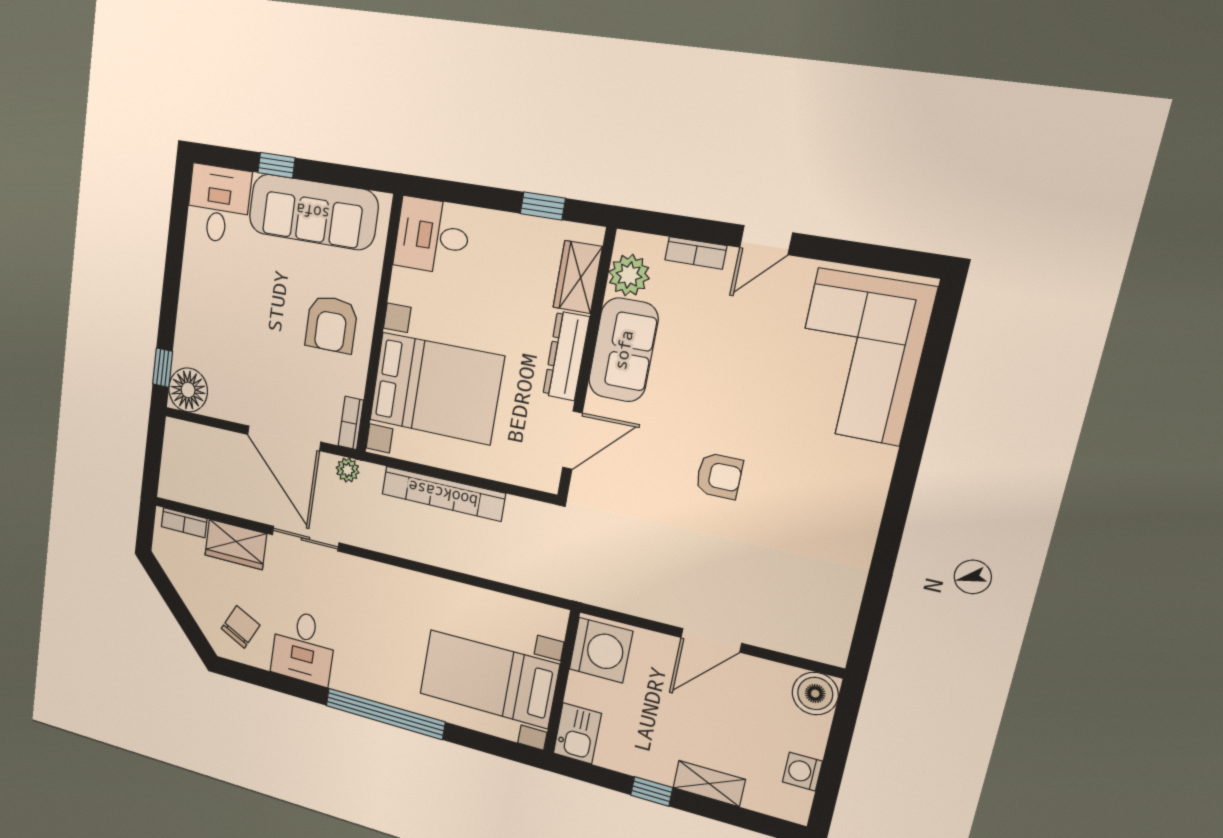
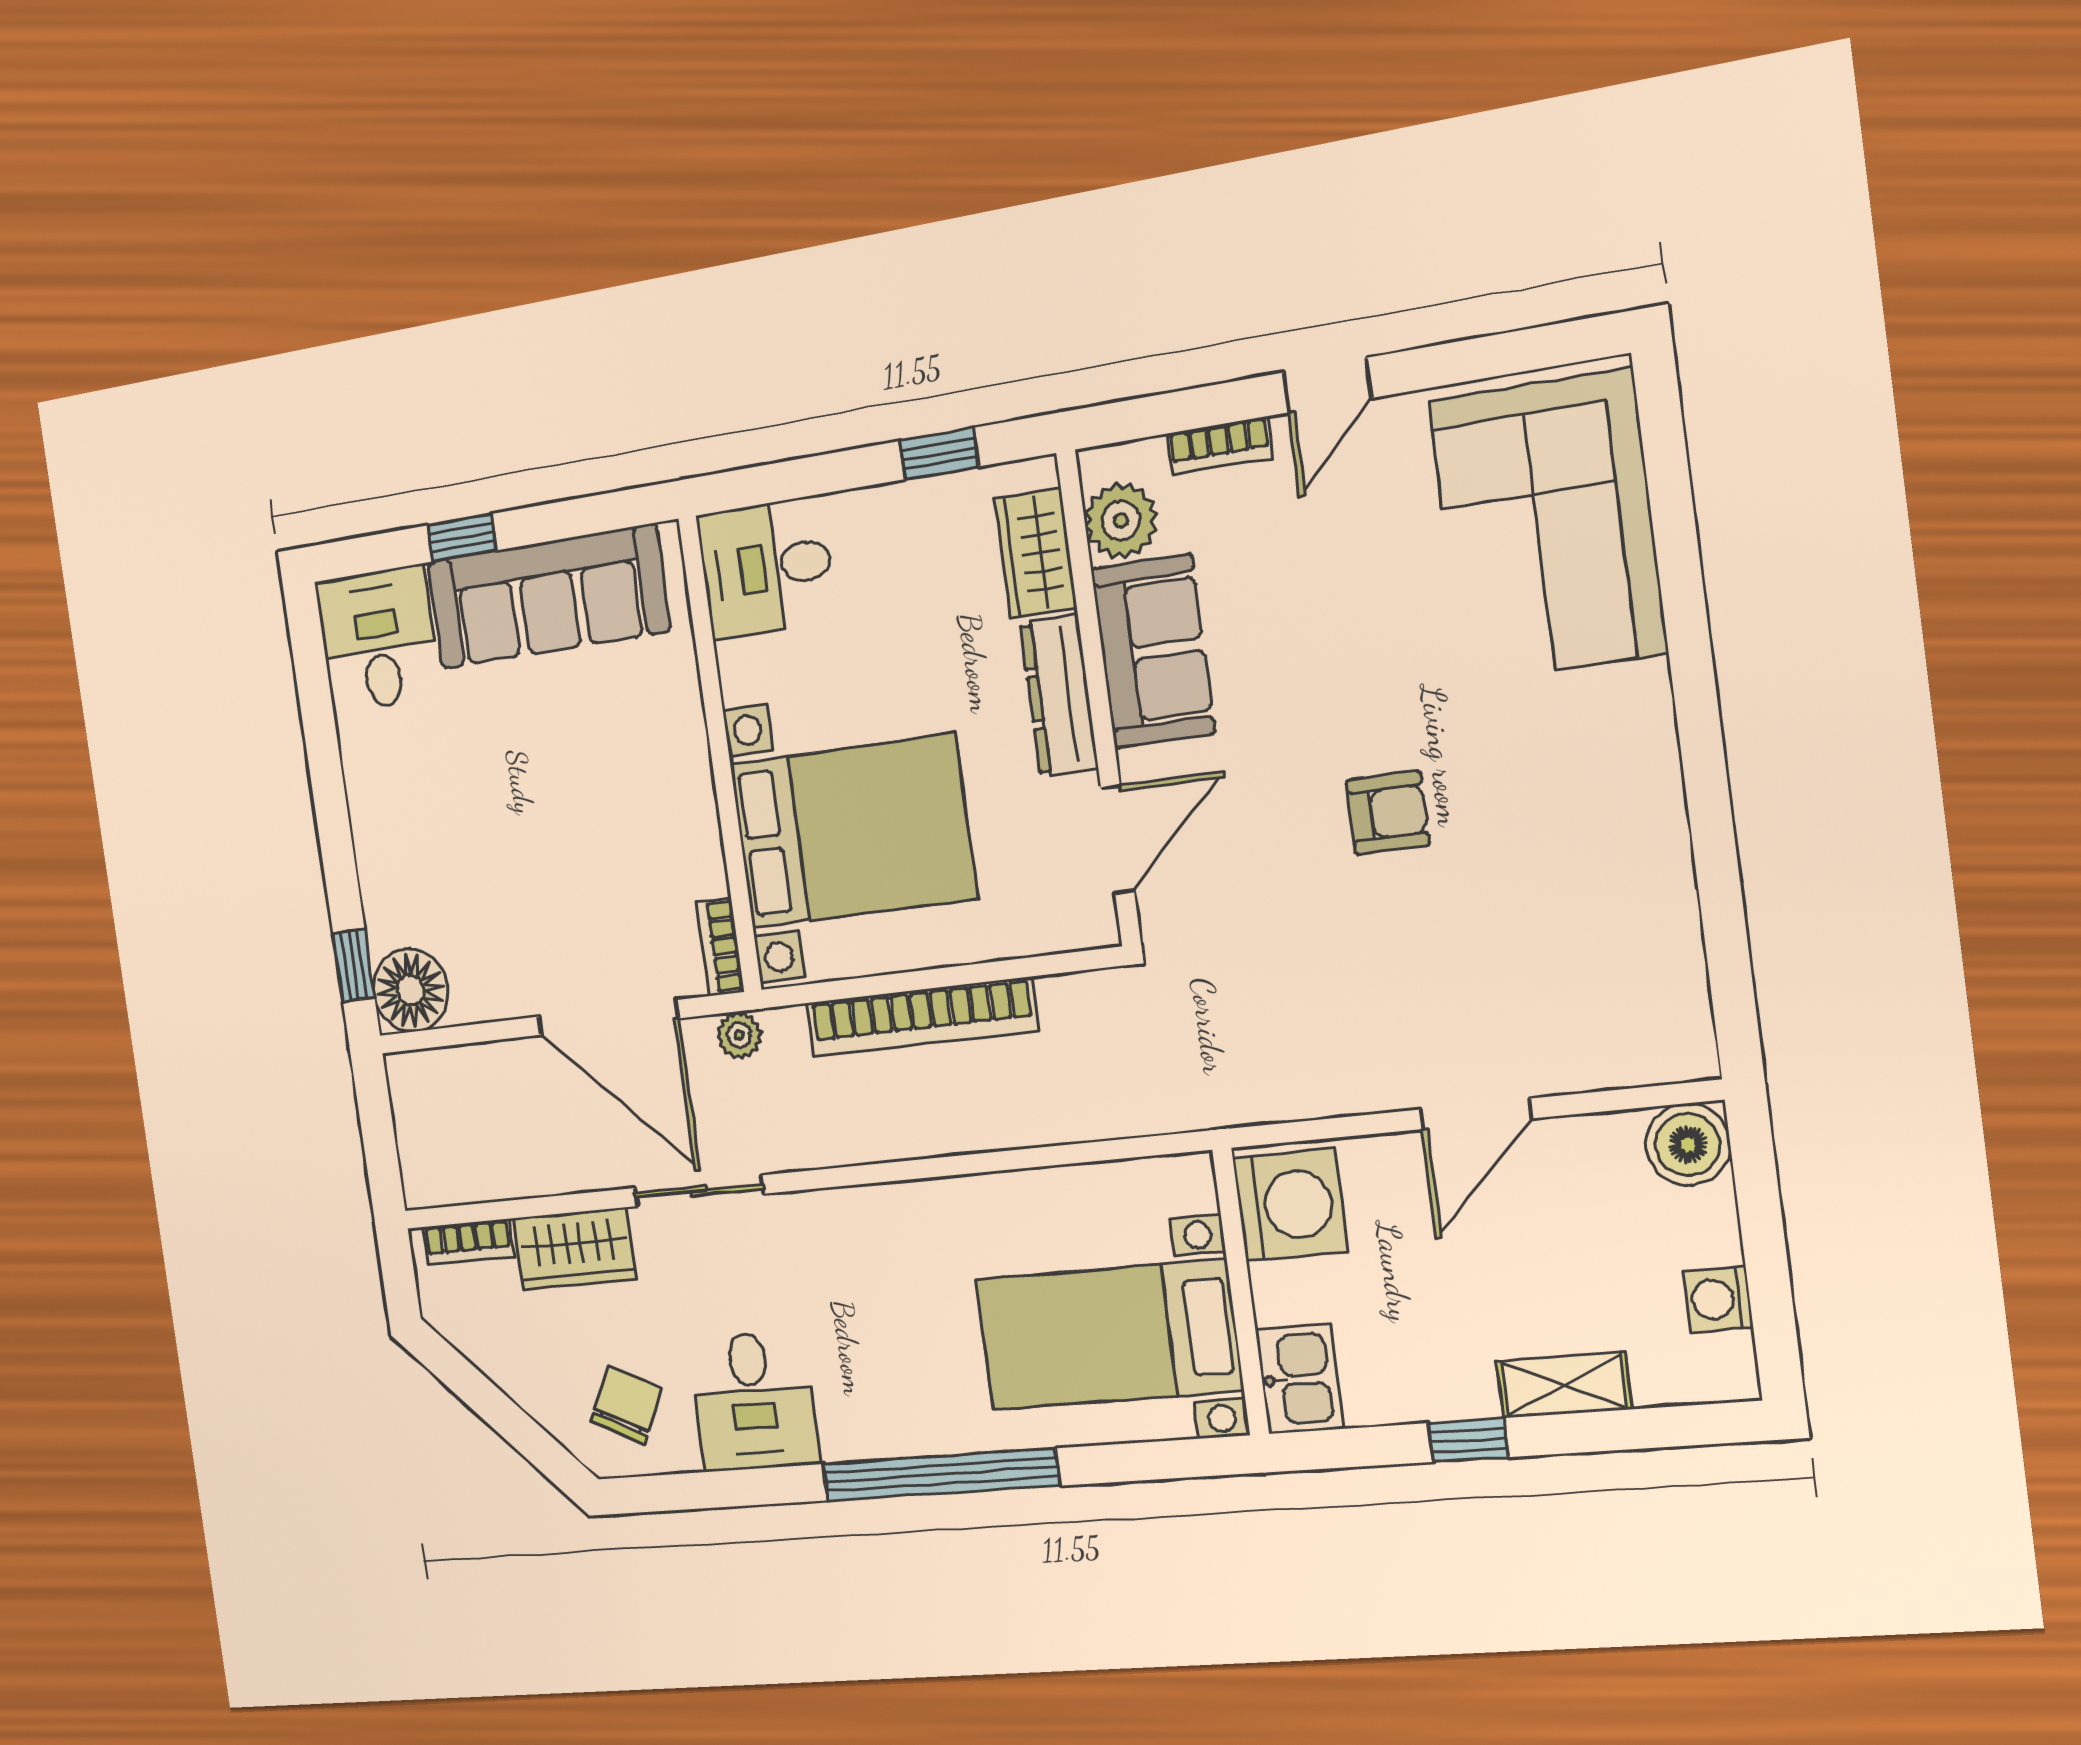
armchair: (331, 324) -> (635, 782), removed

